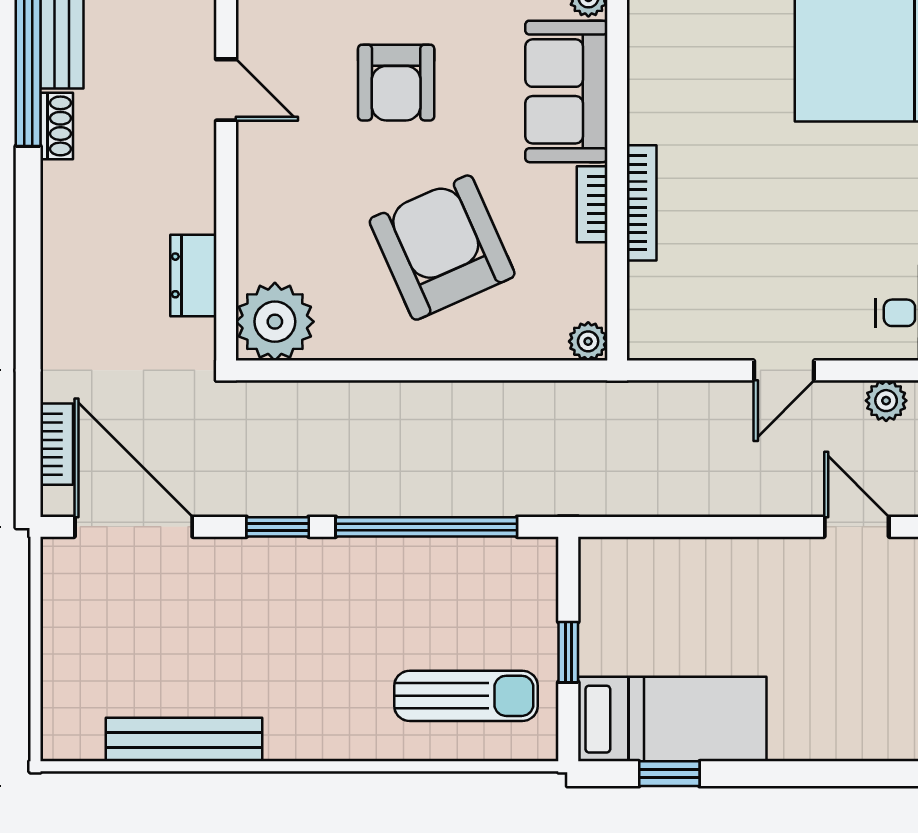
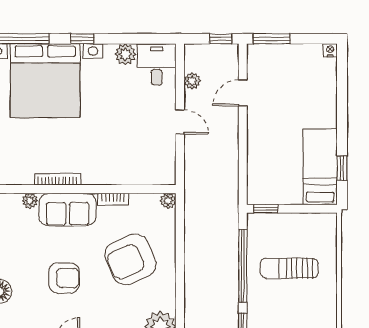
bookcase: (642, 203) -> (58, 179), moved
window: (568, 652) -> (266, 209), moved
sun lounger: (466, 696) -> (289, 268), moved, turned -90

